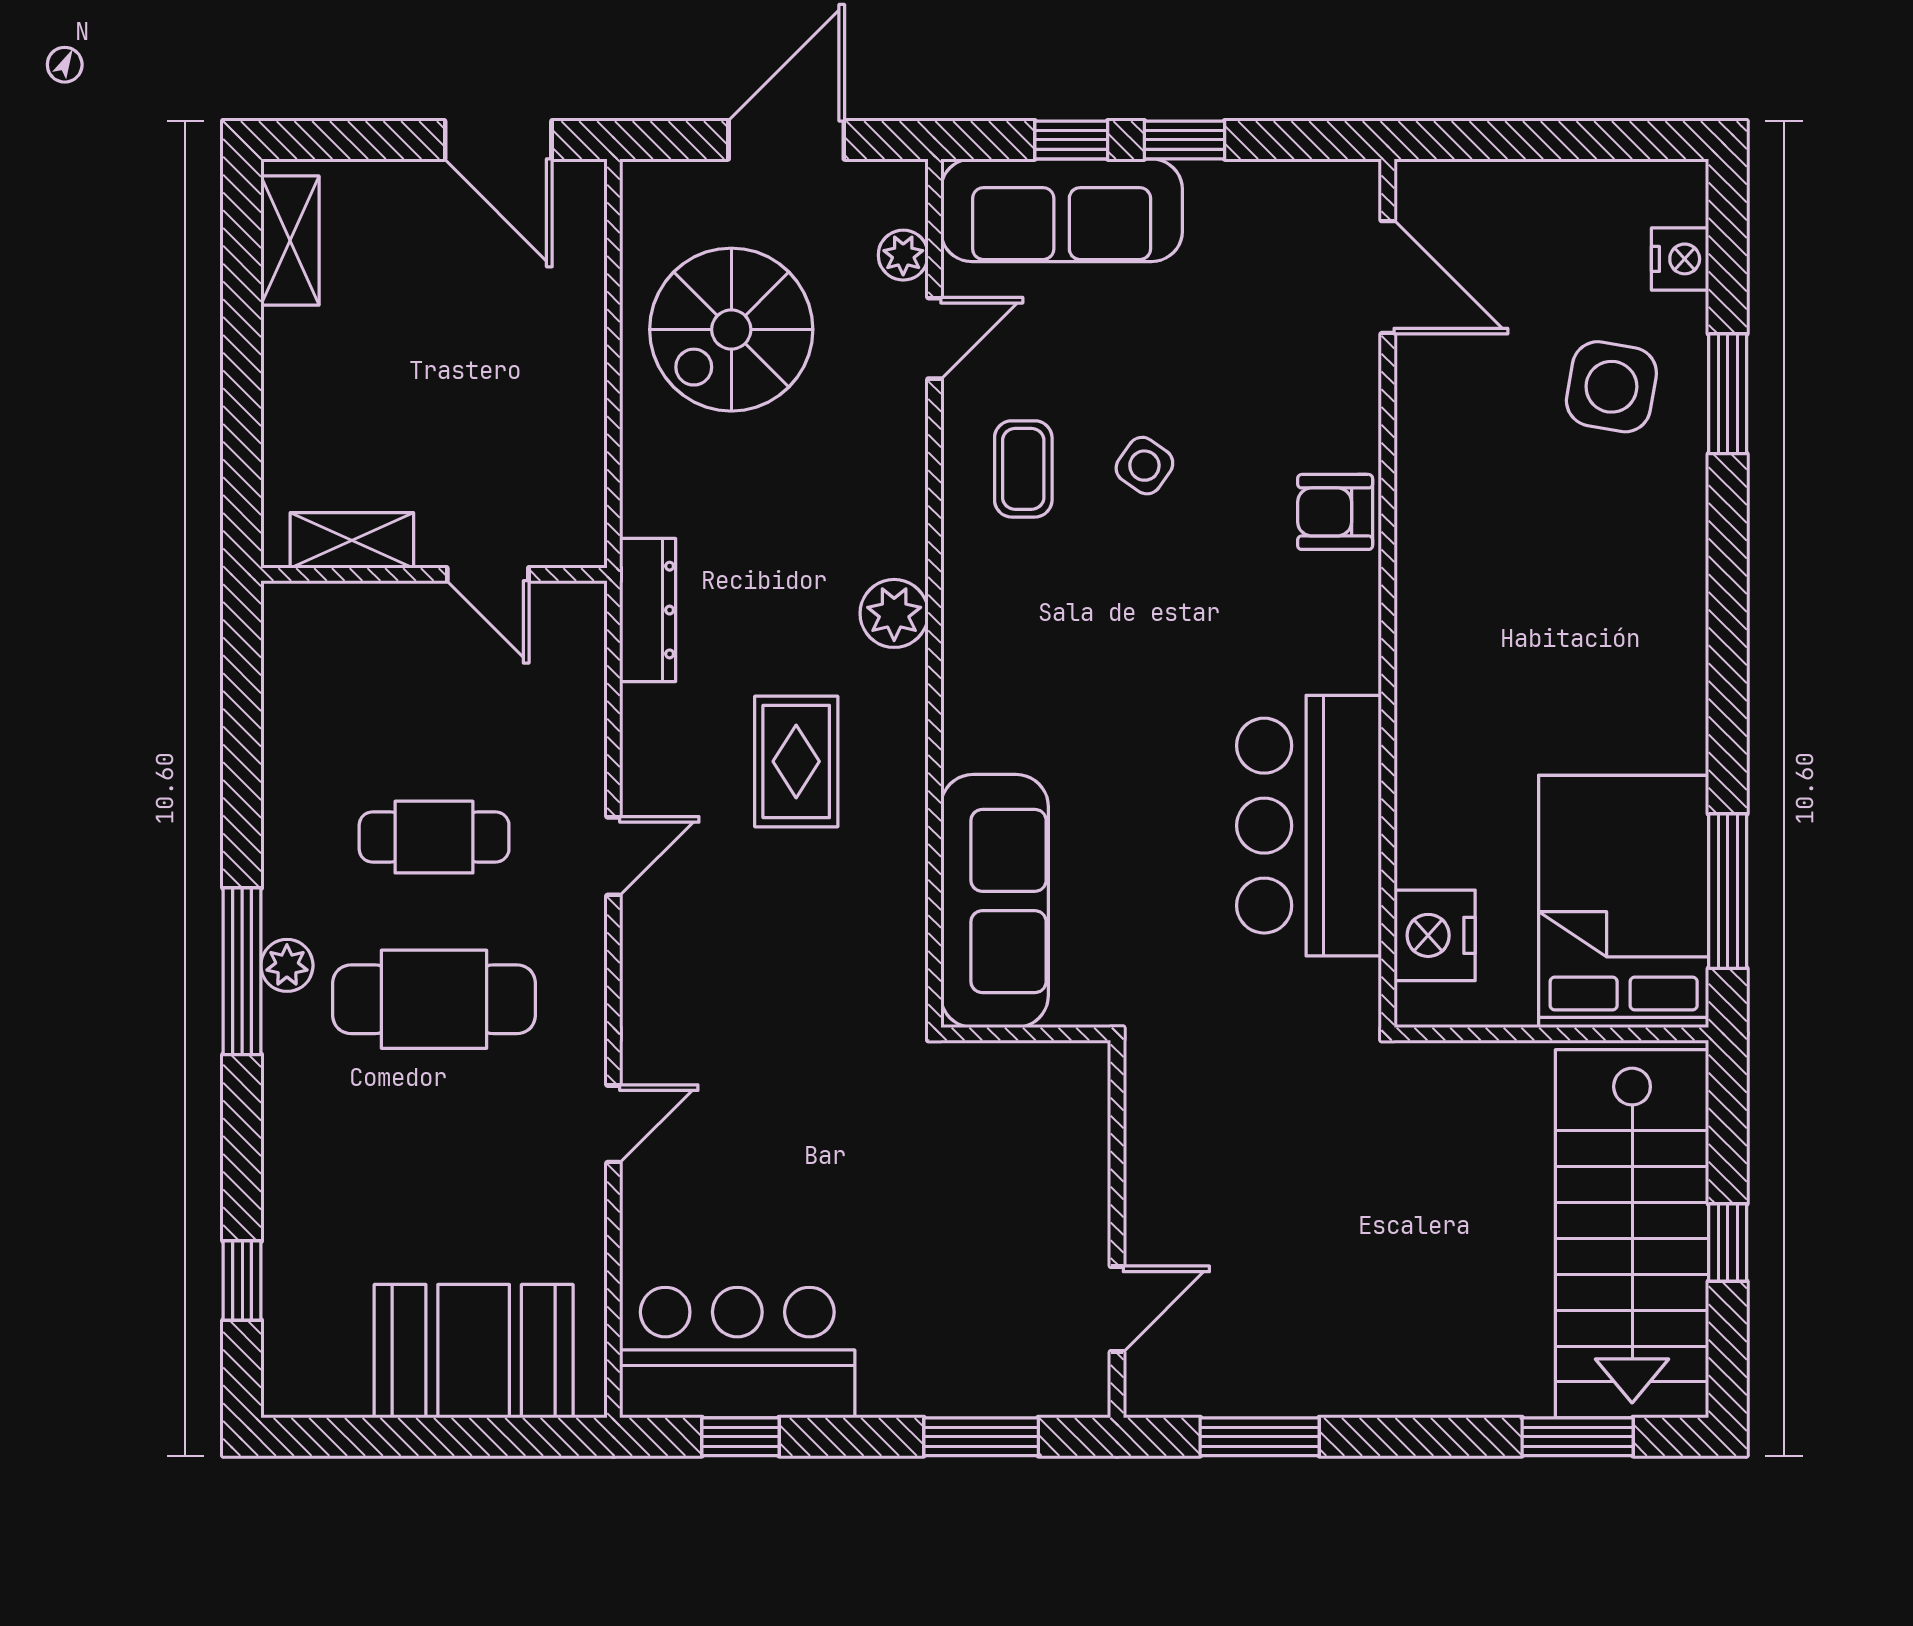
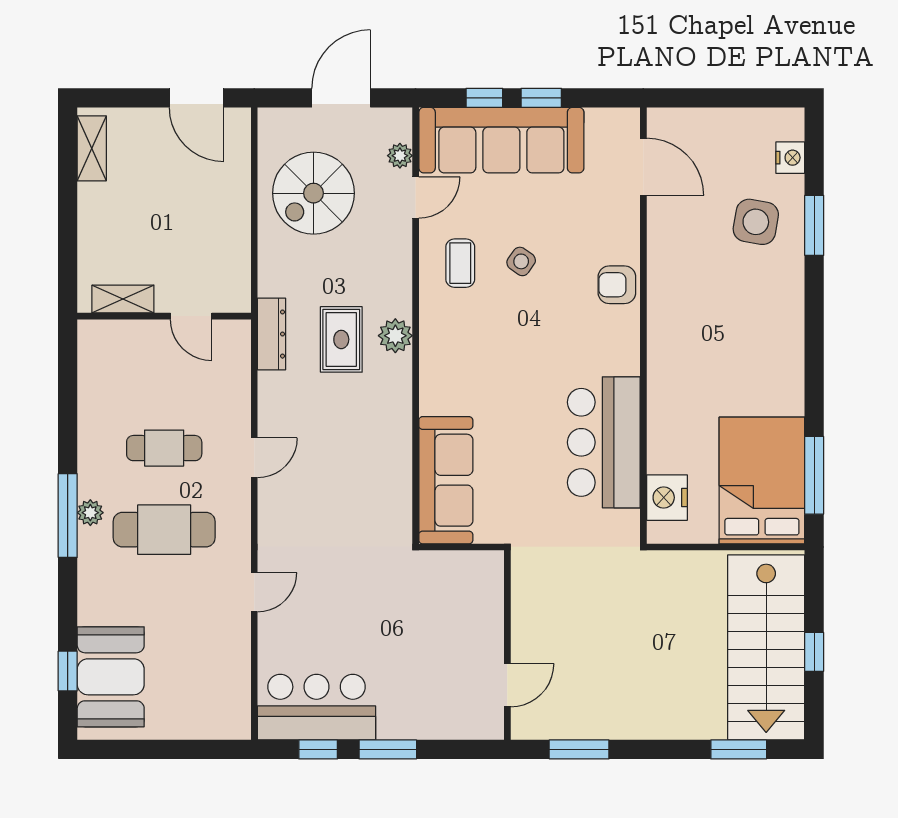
sofa: (1062, 210) -> (501, 140), width x1.36, depth x1.27
rug: (796, 761) -> (341, 339), moved
booth: (474, 1351) -> (111, 677), moved, turned 90
window: (981, 1437) -> (388, 749), moved

